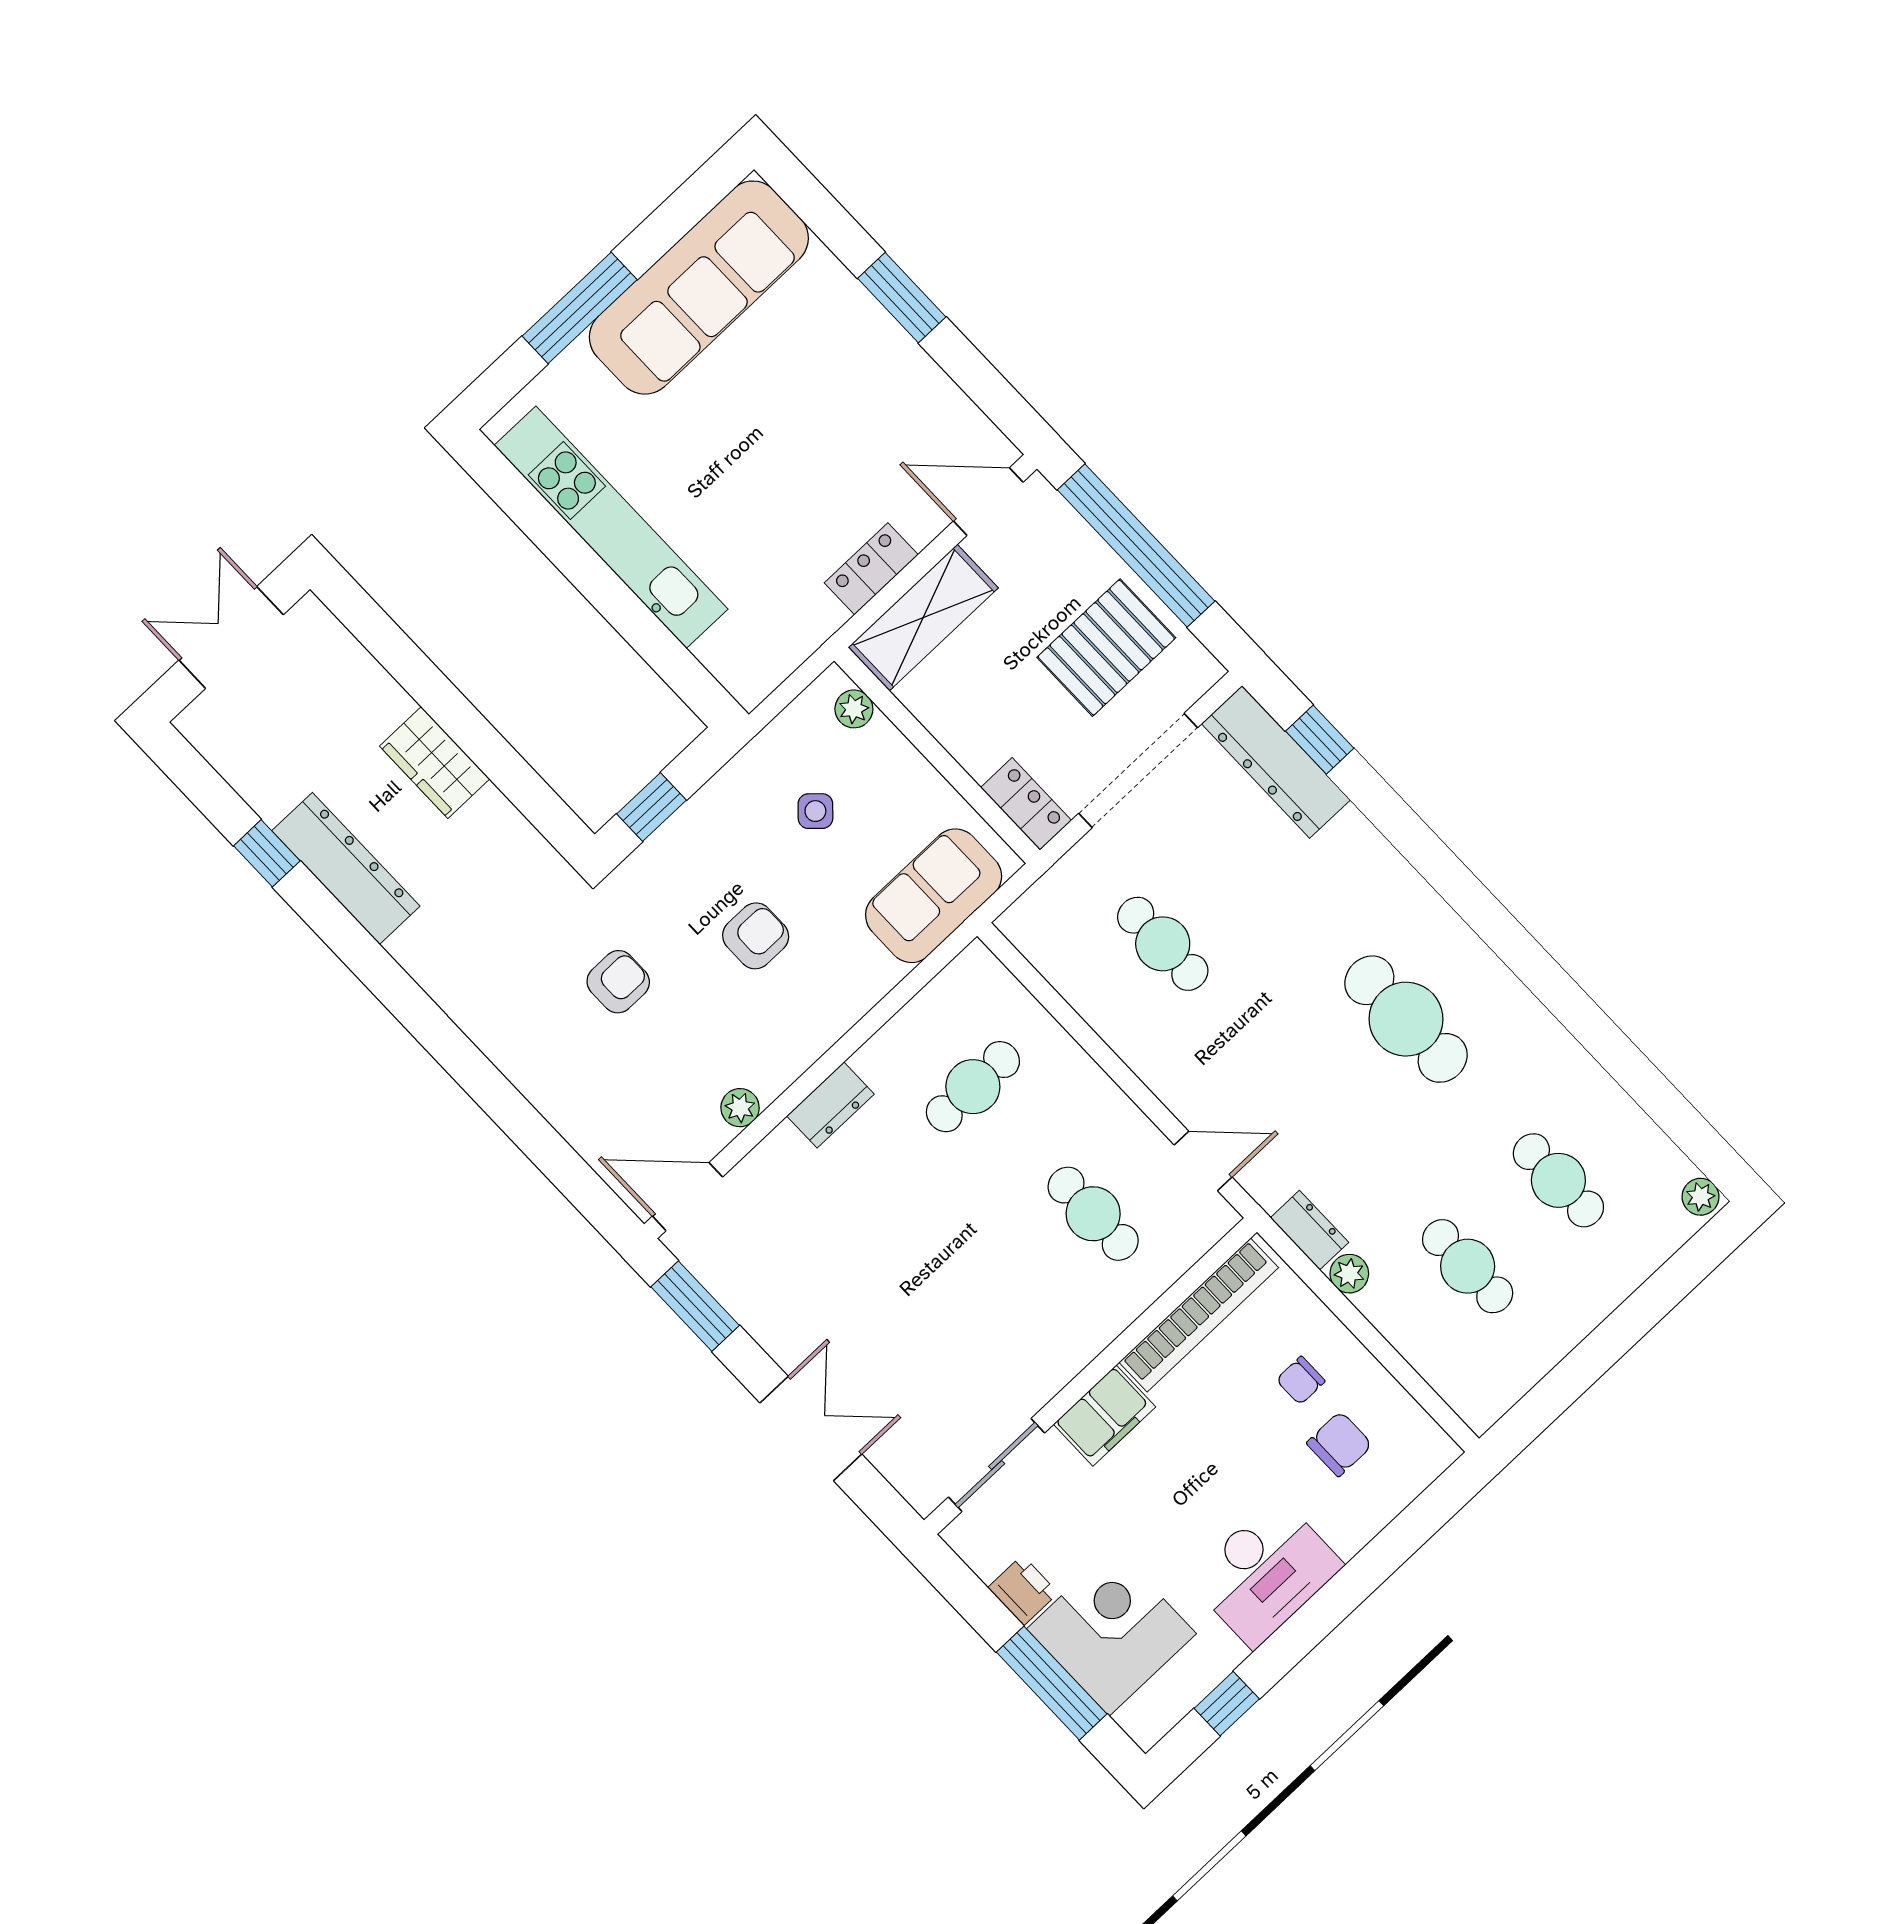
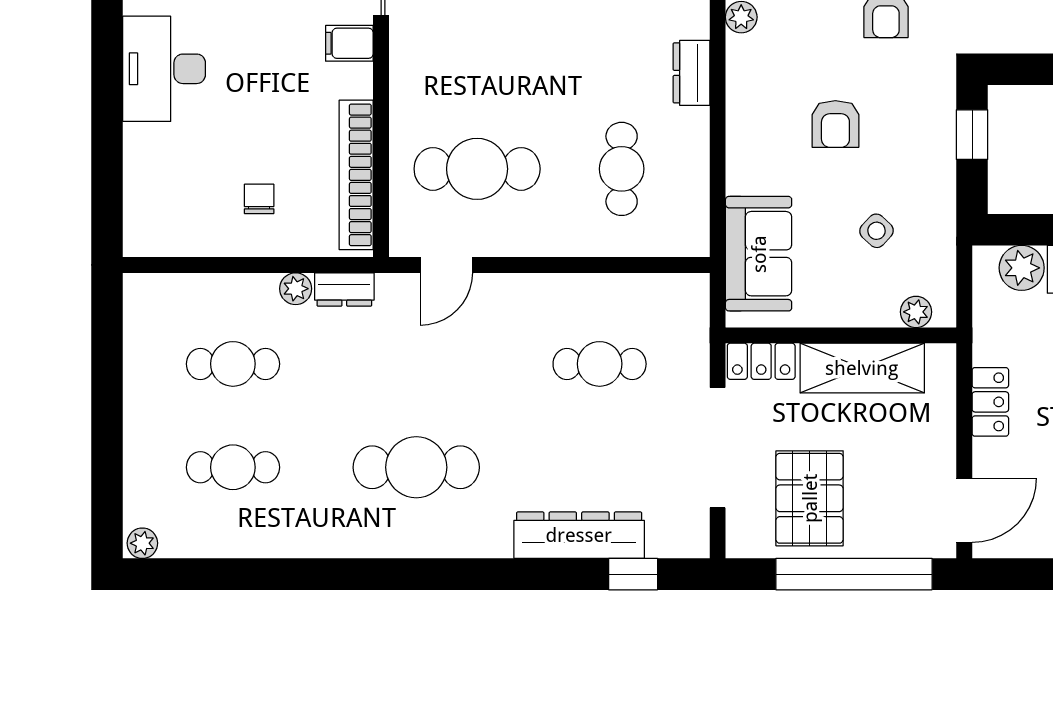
shelving: (923, 618) -> (862, 368), moved, turned 90
plant: (727, 653) -> (1022, 268), added
dresser: (1276, 762) -> (579, 535), moved
cafe table: (1093, 1214) -> (477, 169), width x1.37, depth x1.35
filing cabinet: (1105, 1416) -> (349, 43), width x0.50
chair: (1339, 1444) -> (199, 186), removed

